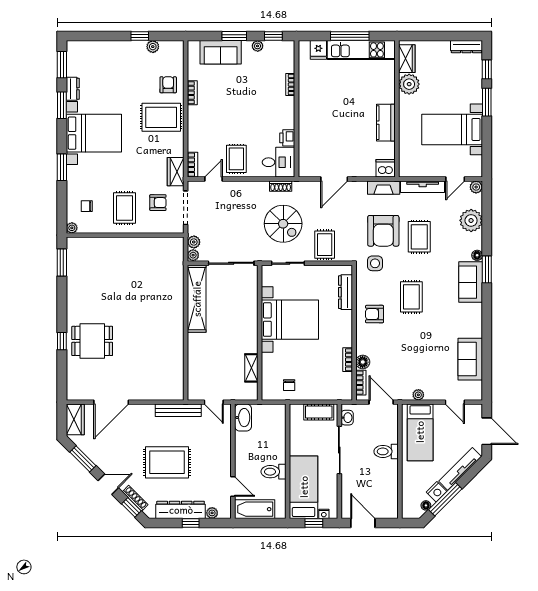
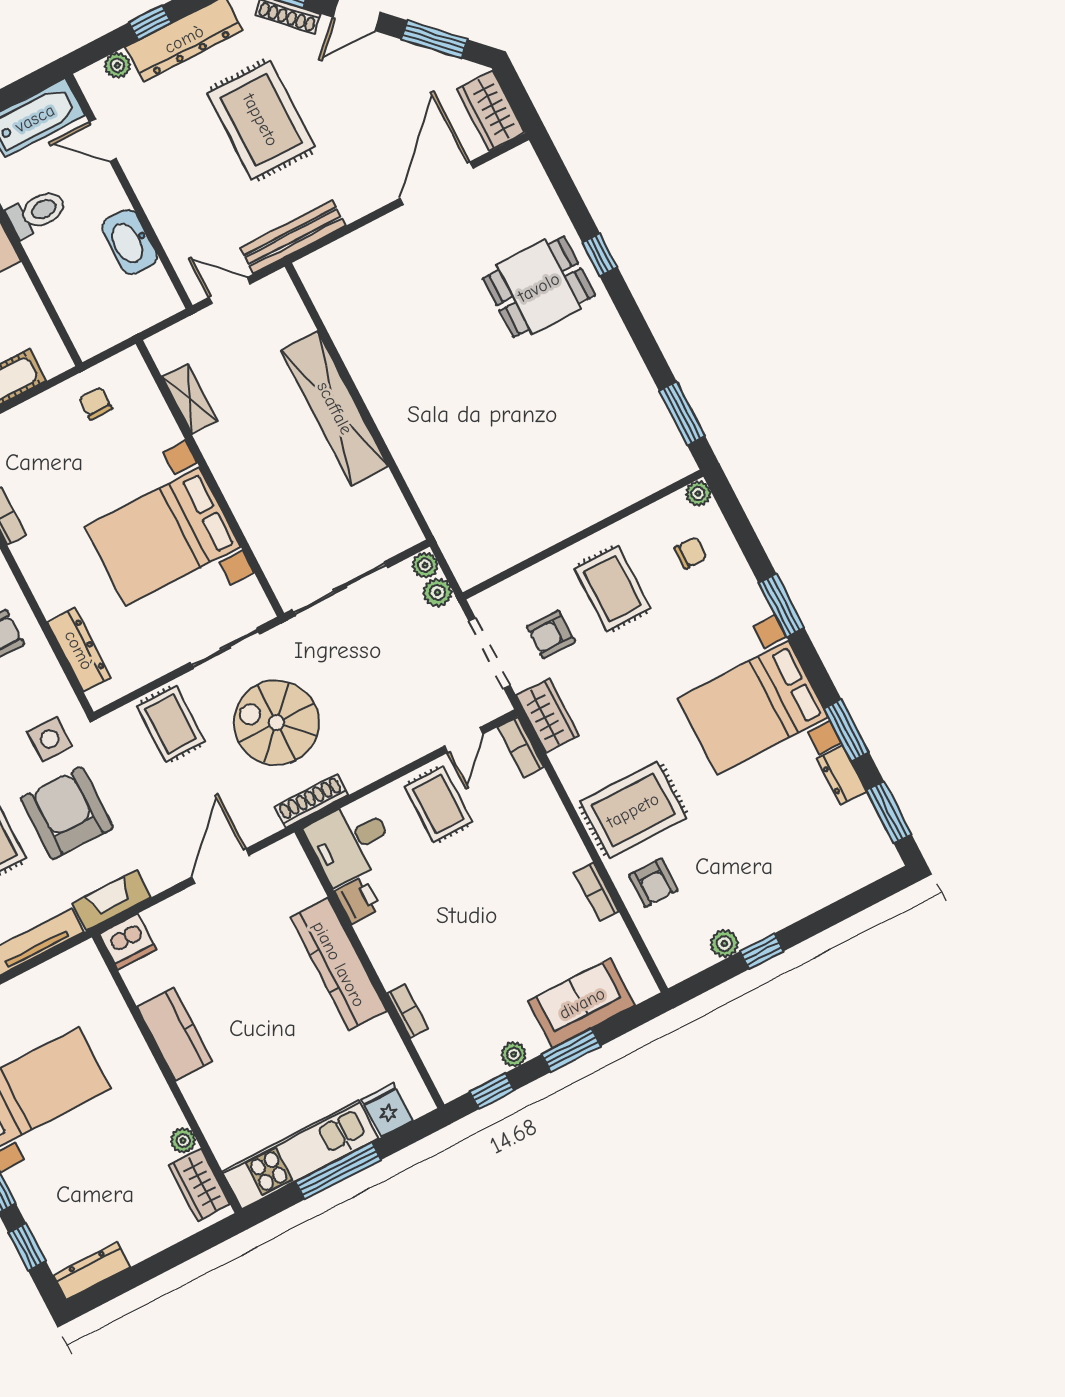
plant: (409, 84) -> (183, 1140), width x0.53, depth x0.53
kitchen counter: (308, 117) -> (339, 964), added
shoe rack: (281, 186) -> (311, 801), width x1.43
shelving: (197, 299) -> (335, 408), moved
washbasin: (243, 418) -> (130, 242), moved
rug: (167, 462) -> (261, 120), turned 90

